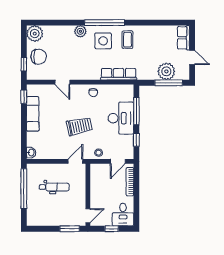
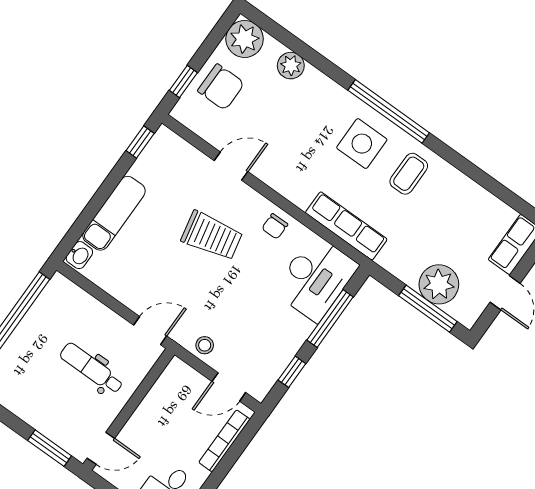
plant: (80, 31) -> (291, 66), moved
door: (62, 82) -> (231, 166), swing flipped
exam couch: (33, 114) -> (114, 213), moved
desk: (121, 118) -> (316, 278), moved
trolley: (79, 126) -> (212, 236), moved
dental chair: (54, 187) -> (92, 368), moved, turned 180

